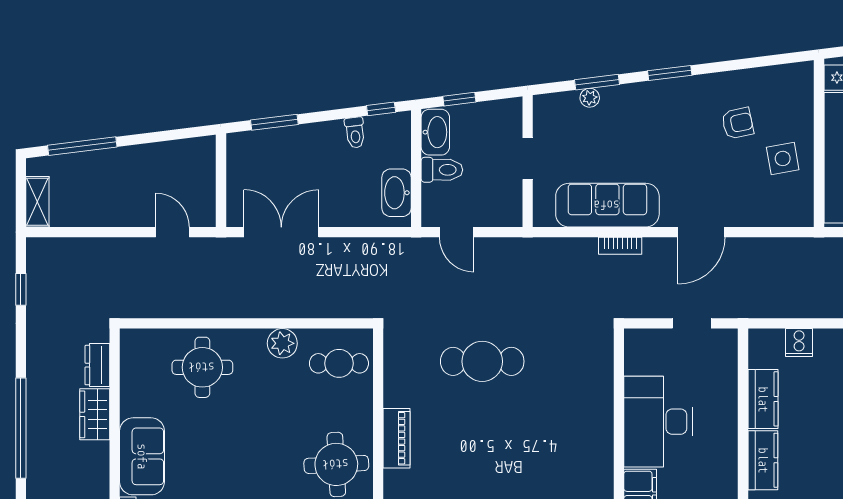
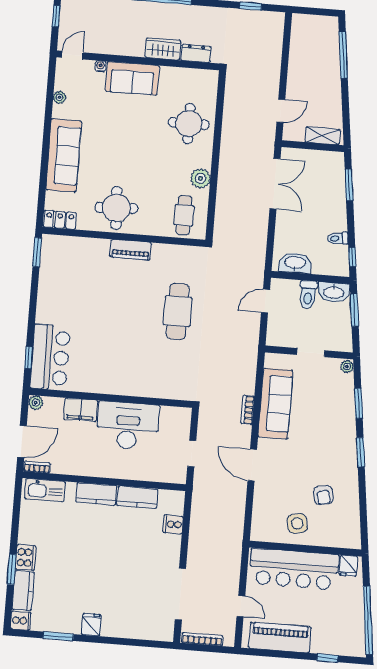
plant: (590, 98) -> (347, 367), moved
window: (459, 99) -> (354, 310), width x1.50
shelving: (37, 202) -> (323, 136), moved

